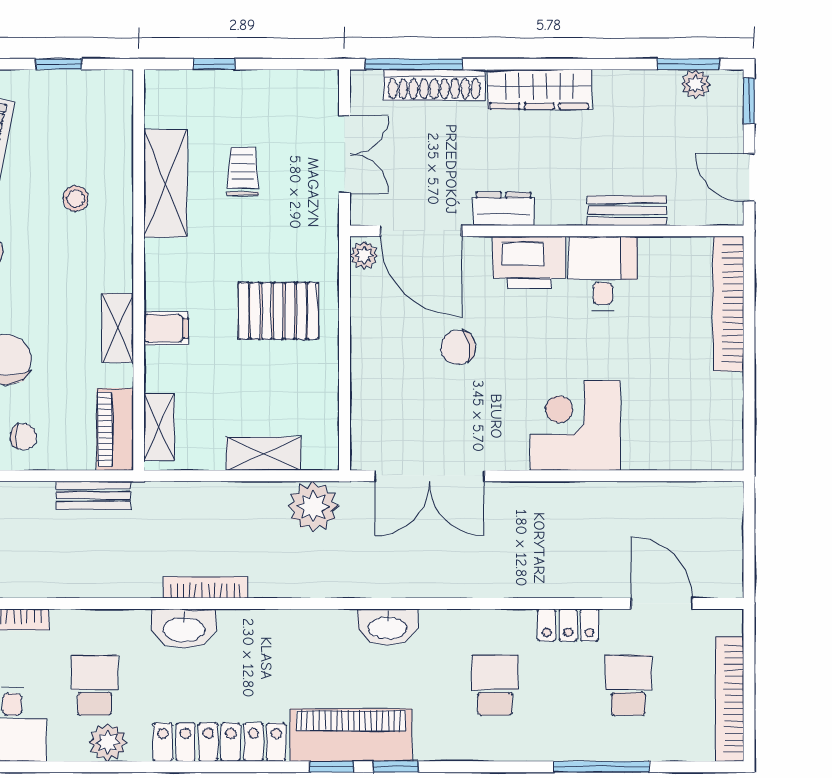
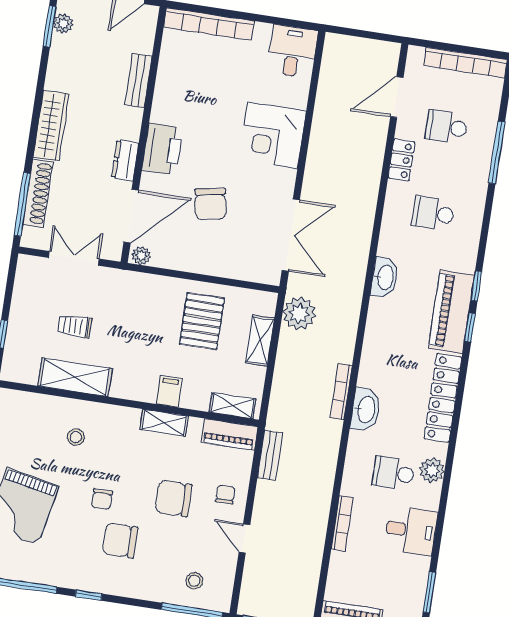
desk: (603, 273) -> (293, 51), moved, turned 90
pallet: (278, 311) -> (202, 321), moved
chair: (458, 347) -> (210, 204), width x1.37, depth x1.37

